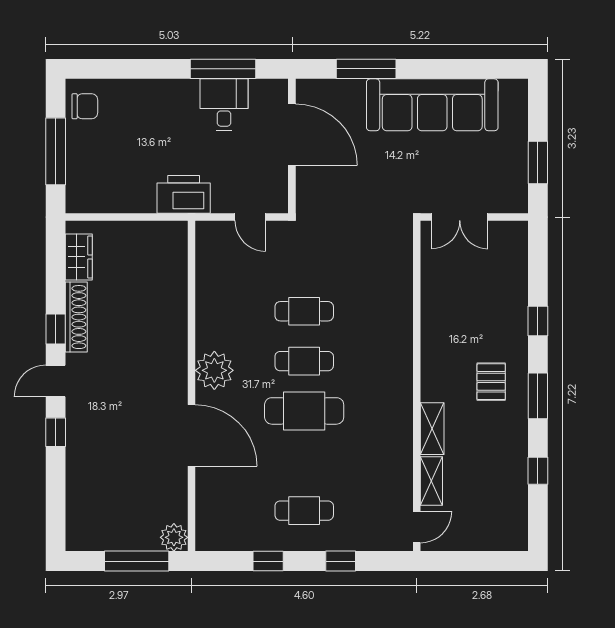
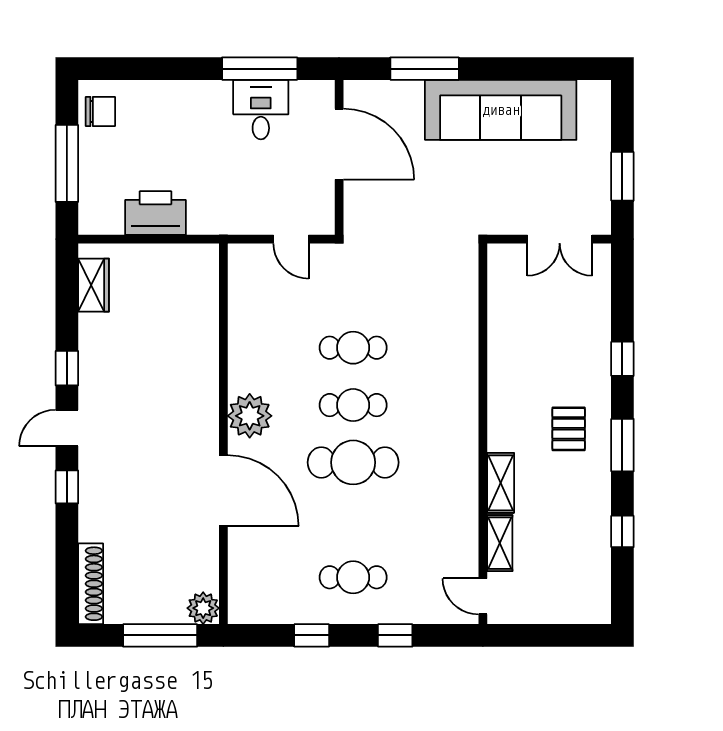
printer: (184, 194) -> (156, 213), moved
double door: (460, 217) -> (560, 239), moved
shoe rack: (76, 317) -> (91, 584), moved
door: (417, 527) -> (483, 596), swing flipped

